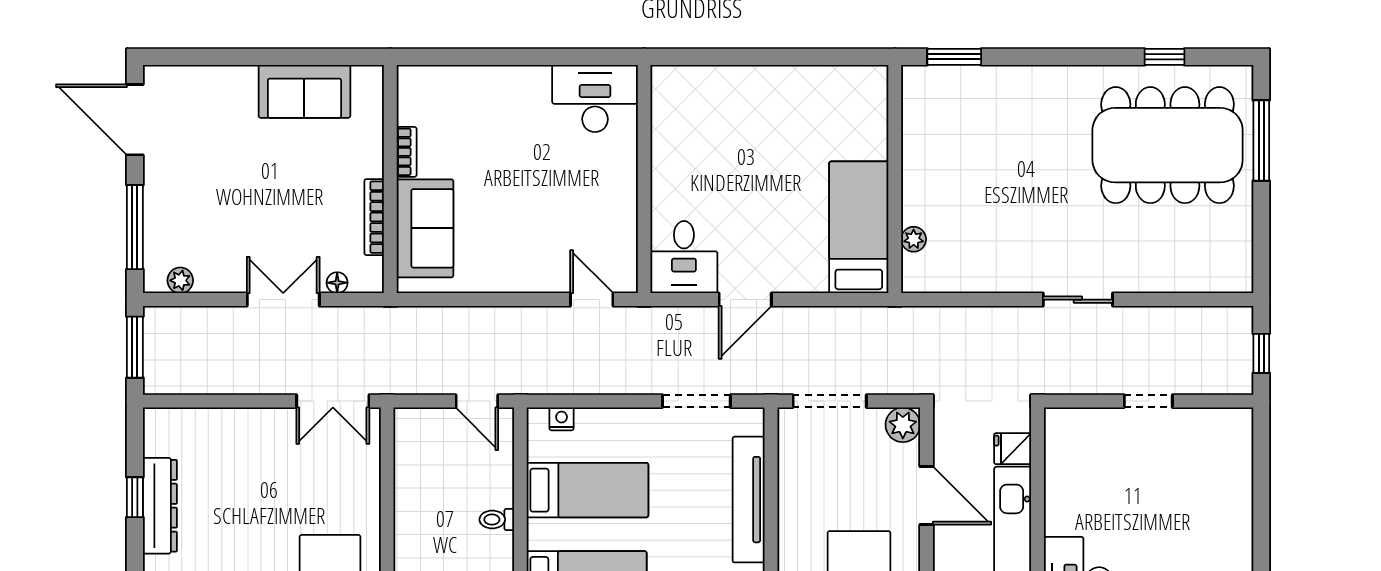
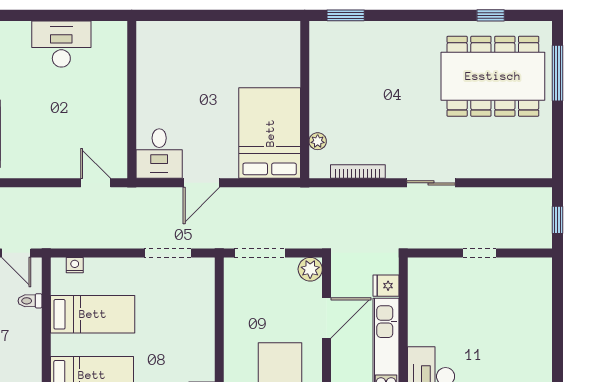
desk: (595, 98) -> (61, 44), moved
bed: (859, 227) -> (270, 133), width x1.50
bookcase: (972, 283) -> (358, 171), added
door: (927, 495) -> (327, 318), hinge flipped
tv unit: (749, 500) -> (204, 321), removed
toilet: (497, 520) -> (30, 301), moved

